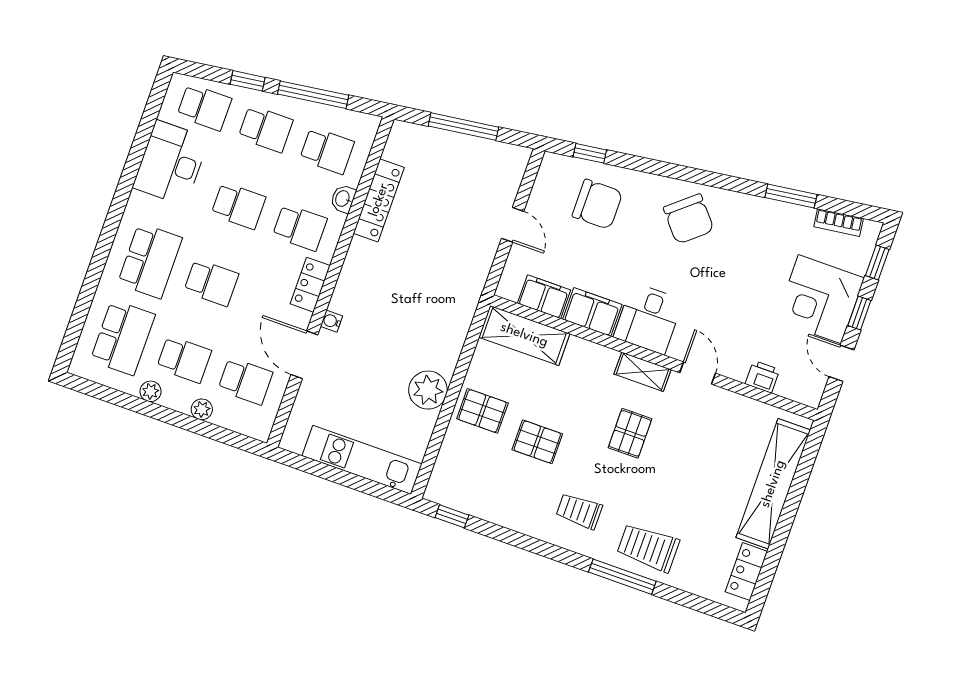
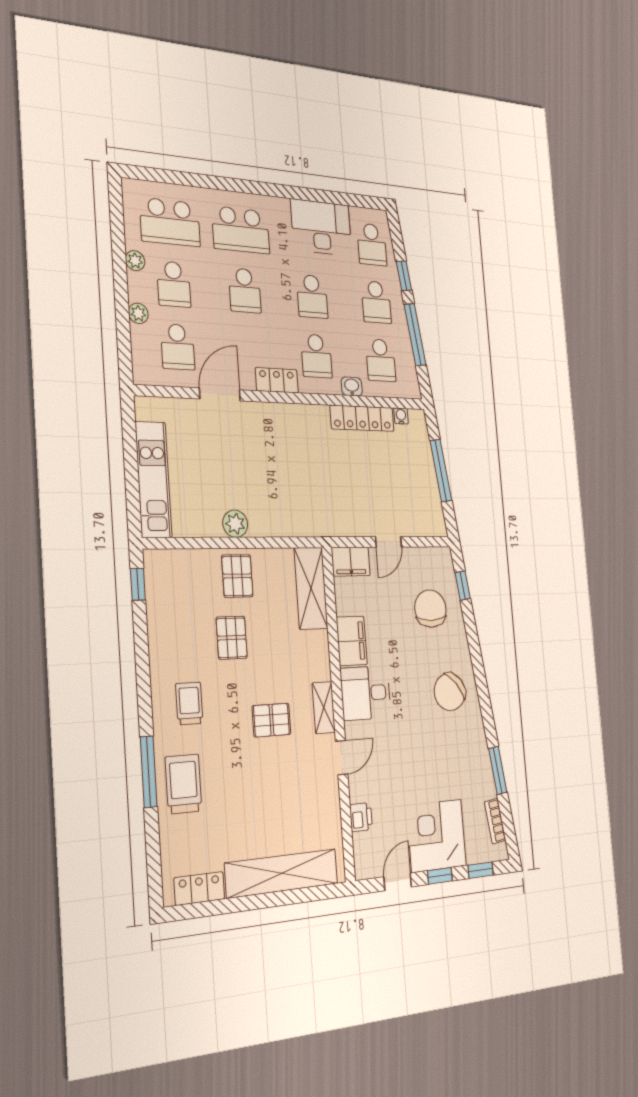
chair: (597, 204) -> (430, 609), turned 180
filing cabinet: (544, 297) -> (351, 562), moved, turned 90
water cooler: (331, 321) -> (401, 416), moved
plant: (428, 390) -> (235, 524), width x0.73, depth x0.73

